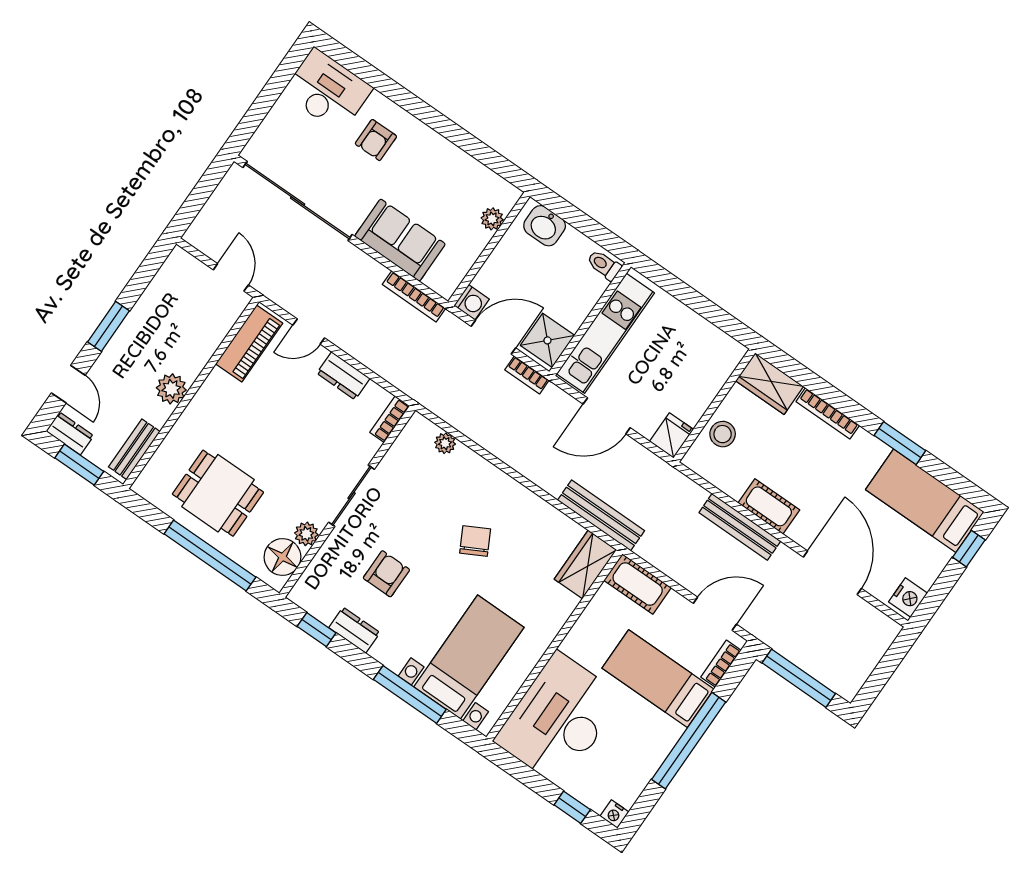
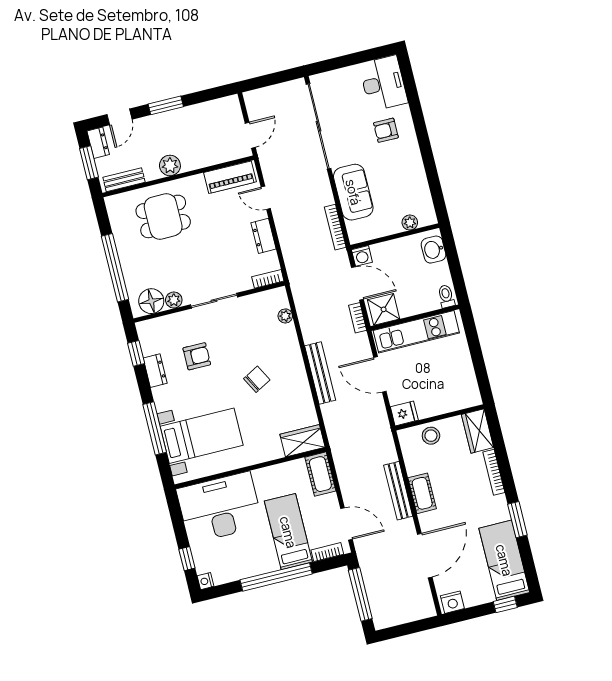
dining table: (218, 493) -> (163, 216), moved, turned 90
bench: (601, 515) -> (320, 373), moved

